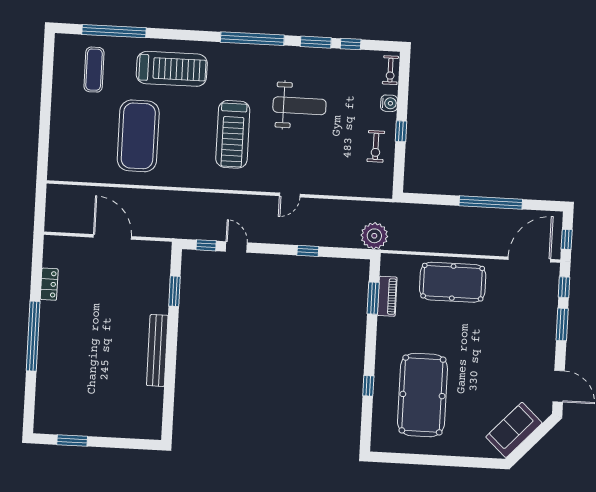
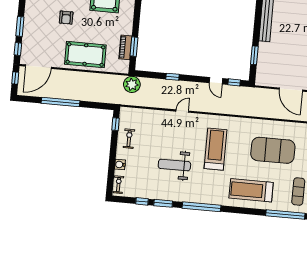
window: (401, 131) -> (115, 124), moved
exercise mat: (138, 136) -> (273, 150), turned 90
armchair: (486, 342) -> (66, 18), added

